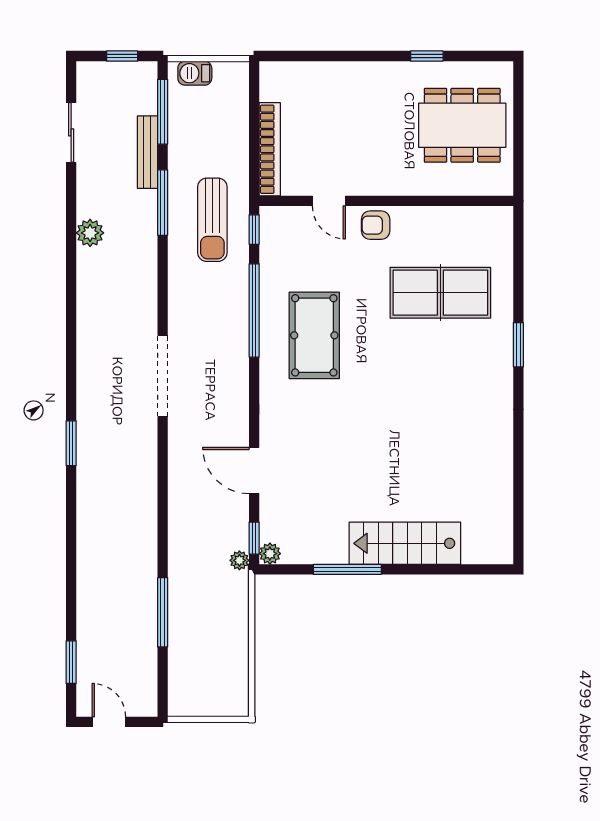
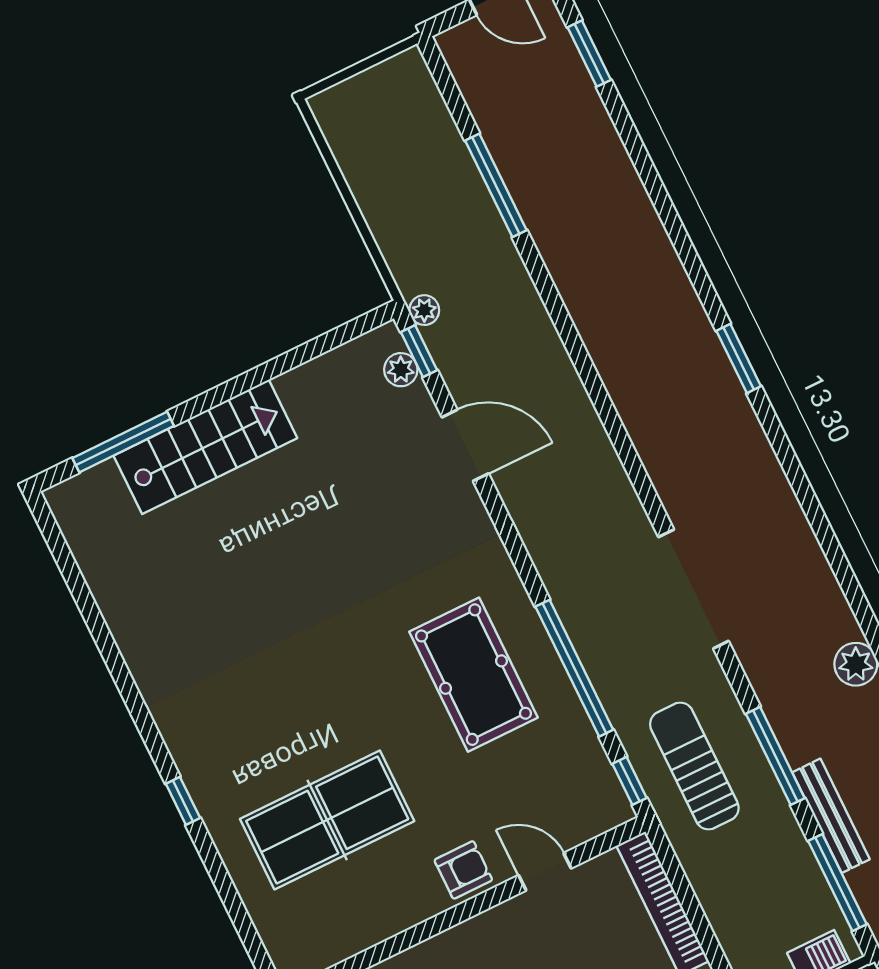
window: (518, 345) -> (183, 801), width x0.67
doorway: (163, 376) -> (694, 589), moved
plant: (270, 554) -> (401, 370), moved
window: (347, 569) -> (123, 442), moved

